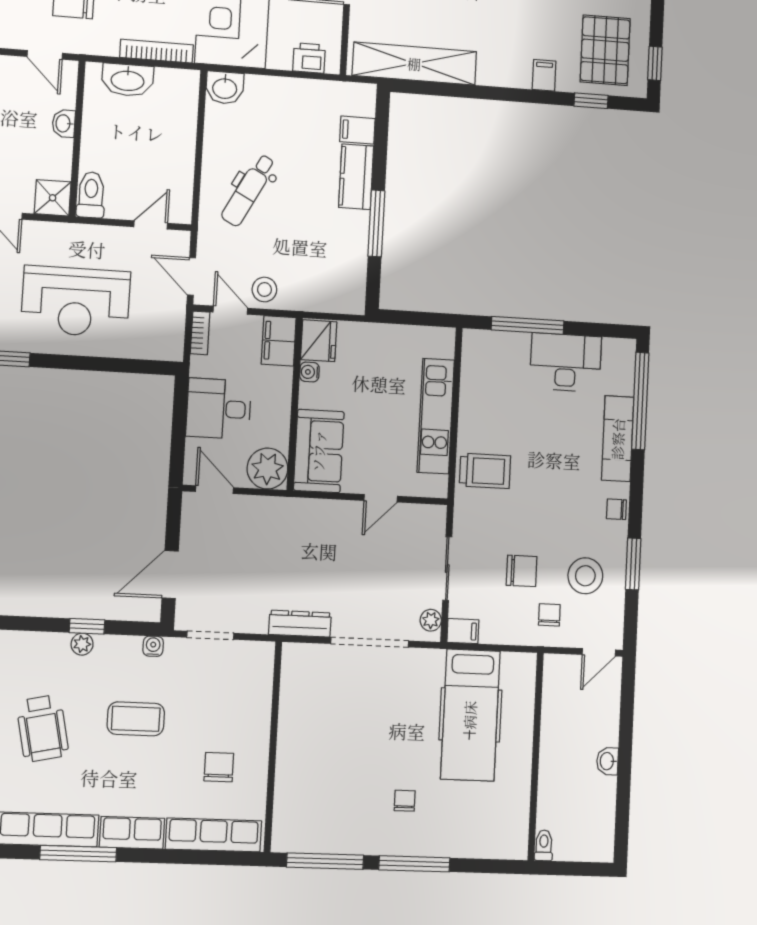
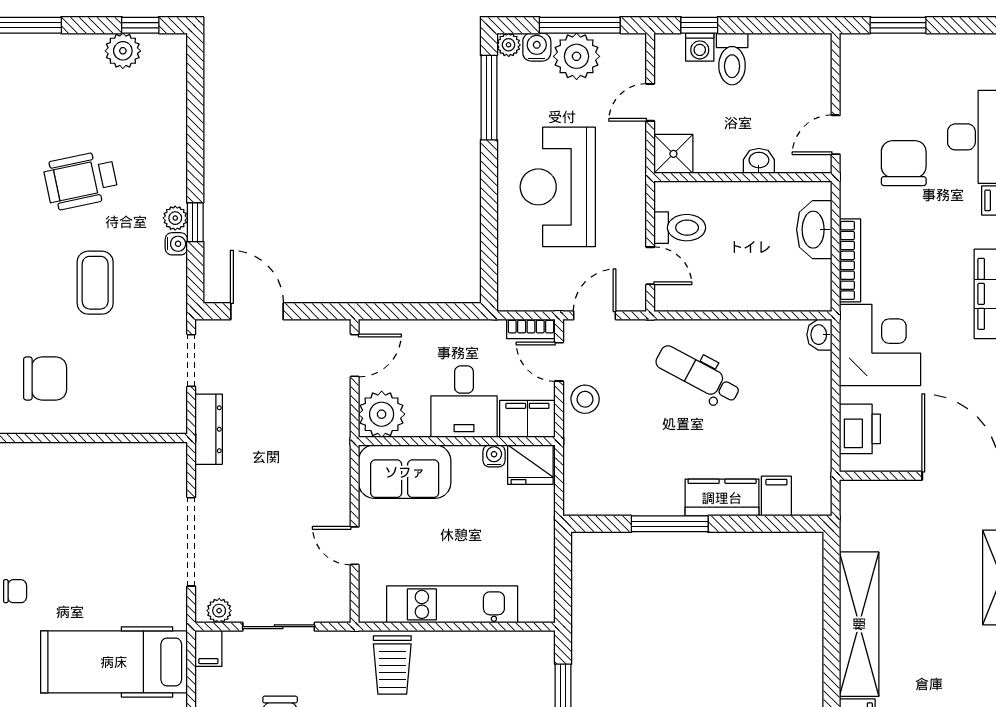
printer: (309, 58) -> (860, 429), width x1.36, depth x1.24
shelving: (414, 64) -> (859, 624), moved
washbasin: (225, 88) -> (819, 335), width x0.72, depth x0.69
toilet: (91, 195) -> (680, 228), moved
door: (230, 310) -> (559, 362), swing flipped
desk: (219, 409) -> (464, 402), moved, turned 180
dresser: (300, 624) -> (209, 429), moved
water cooler: (153, 646) -> (176, 244), moved
chair: (219, 767) -> (45, 378), width x1.37, depth x1.37

